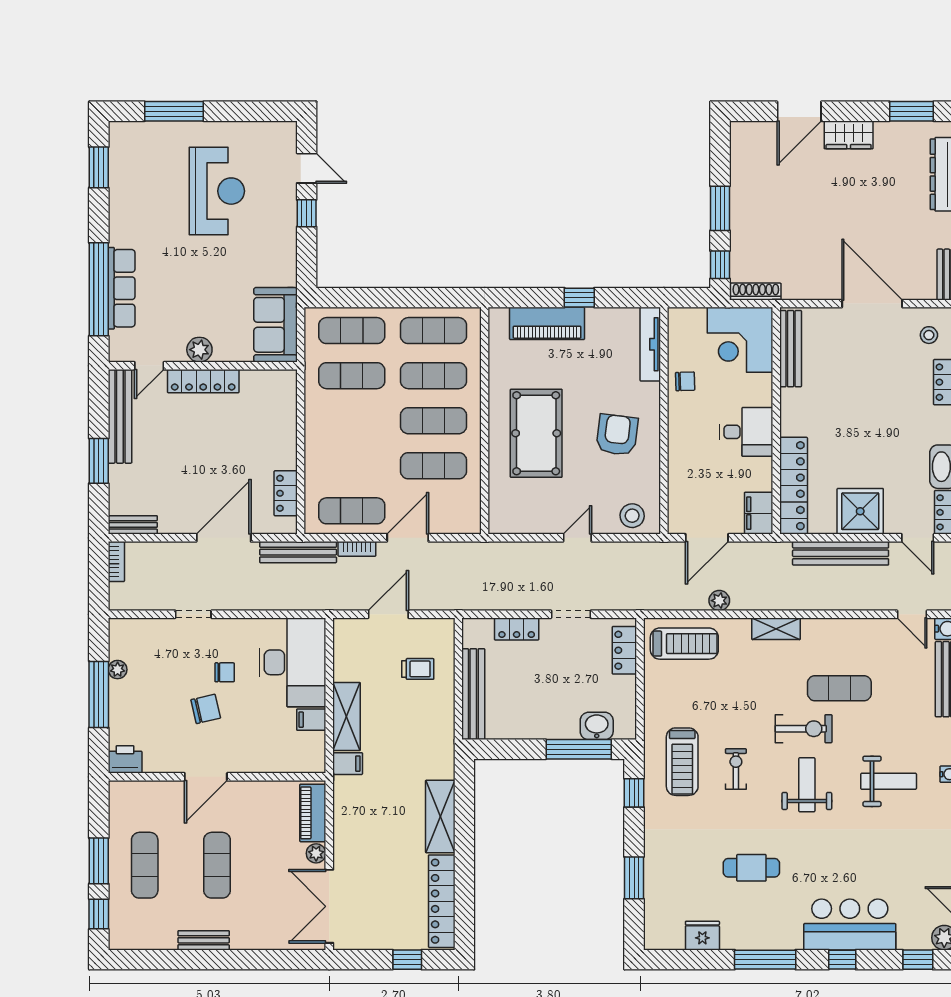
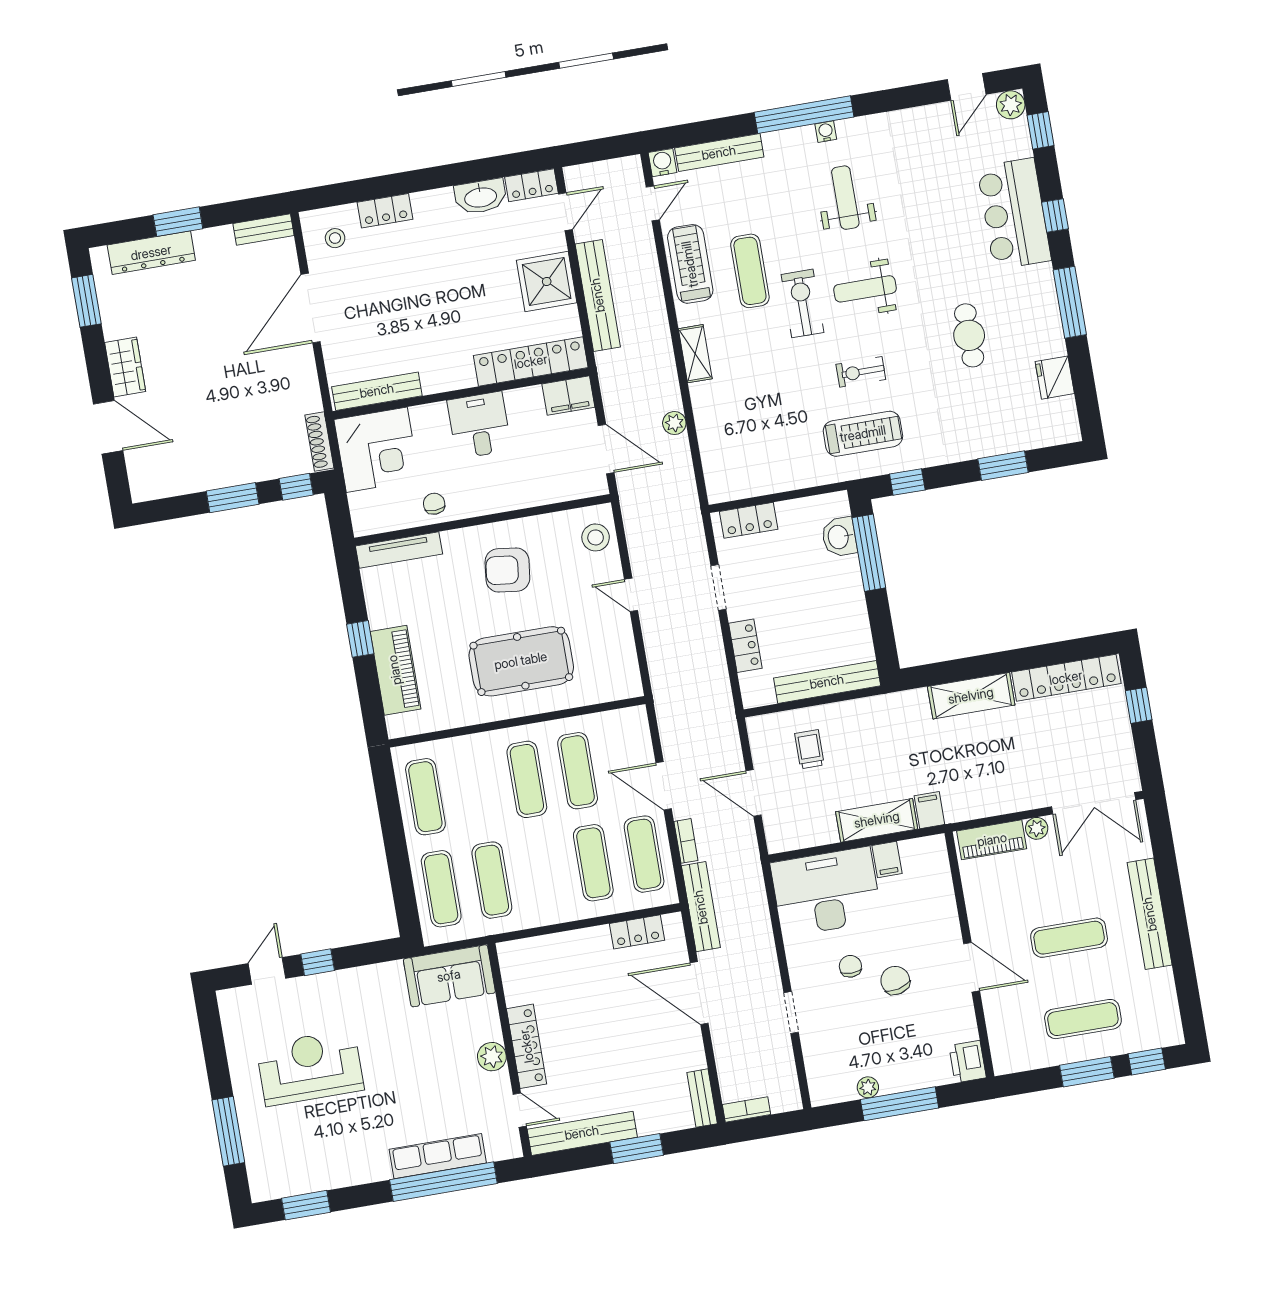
exercise mat: (434, 376) -> (593, 863), moved
treadmill: (684, 644) -> (690, 264), moved
bench: (204, 940) -> (1150, 914), width x1.86, depth x1.21

